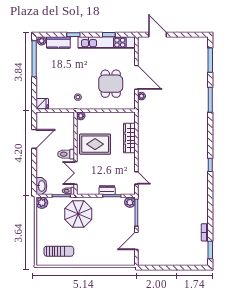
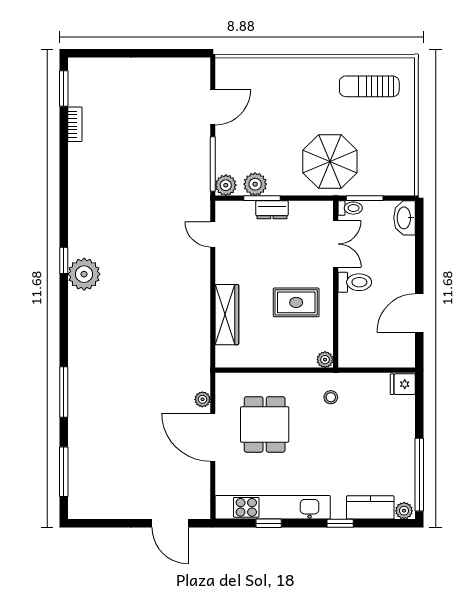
rug: (95, 144) -> (296, 302), width x0.73, depth x0.70
plant: (200, 158) -> (84, 274), added
plant: (42, 203) -> (255, 184), moved

